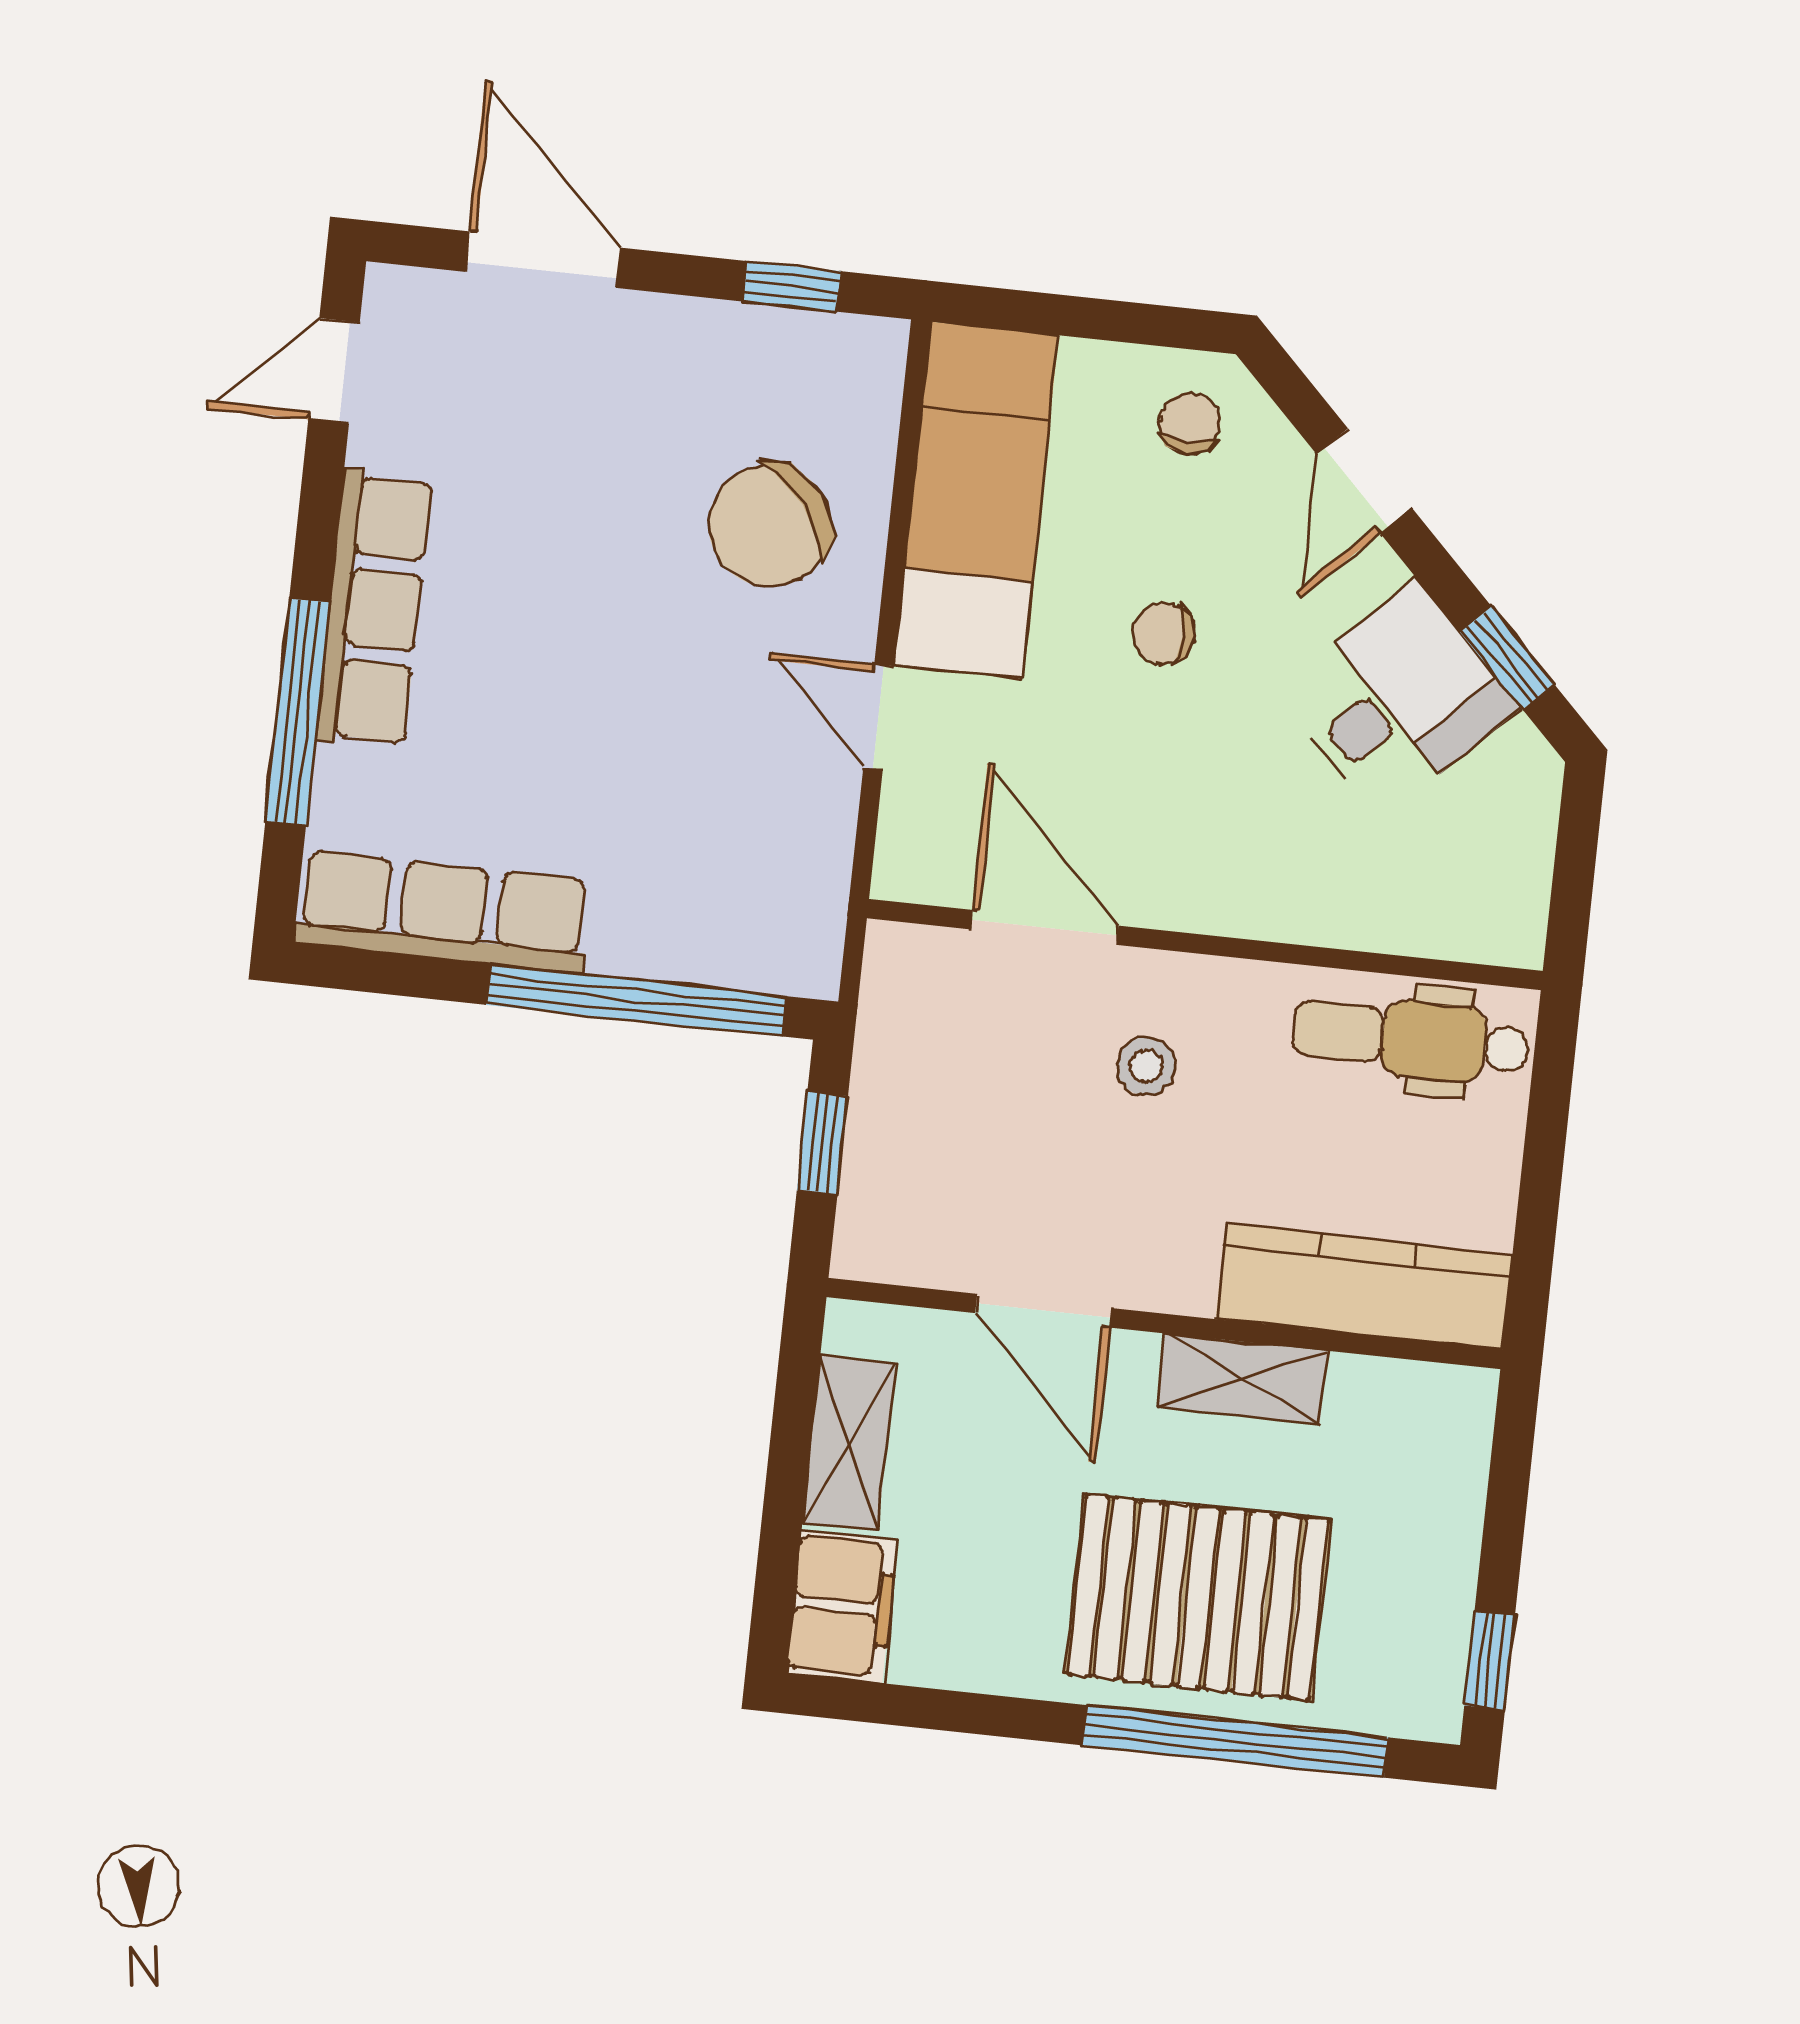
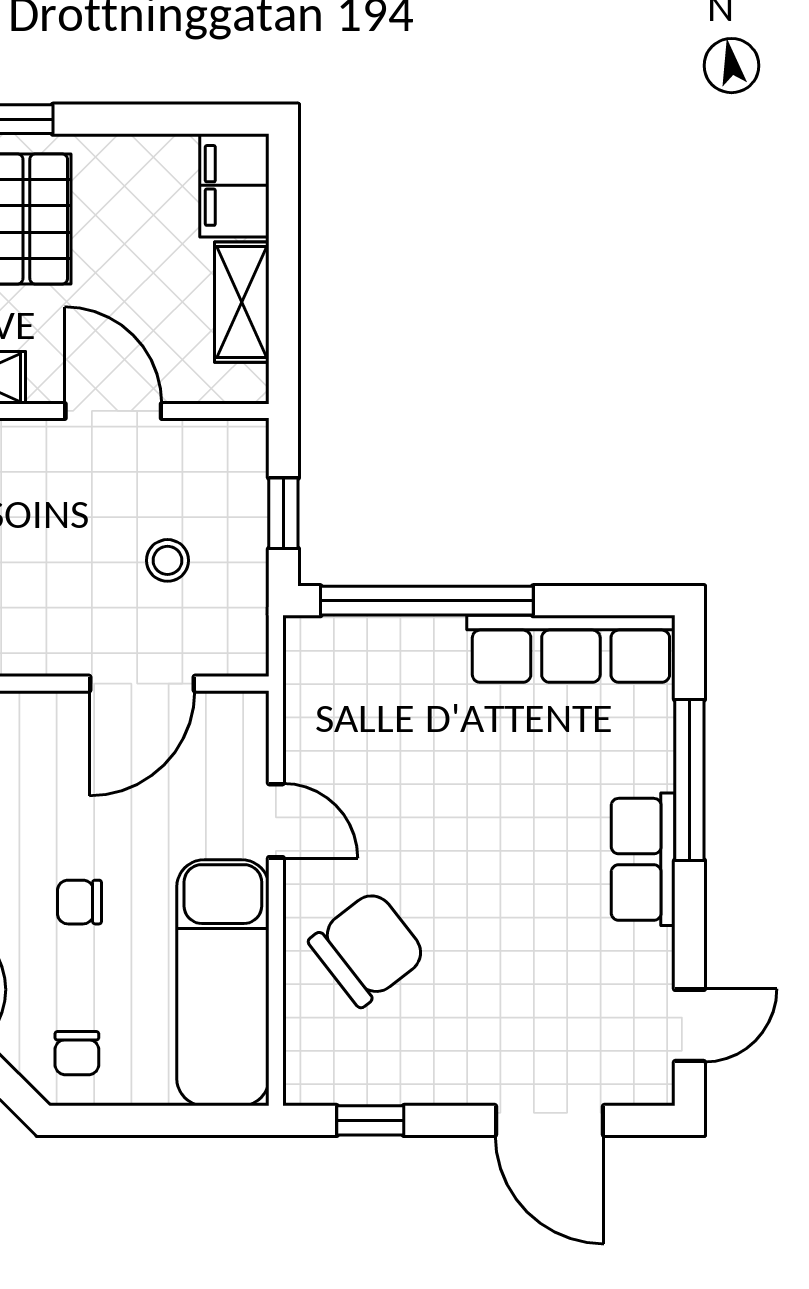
row of seats: (374, 609) -> (643, 859), width x0.68
chair: (1164, 633) -> (80, 902), turned 180
door: (1044, 927) -> (142, 684), hinge flipped
stool: (1146, 1066) -> (168, 560), moved

